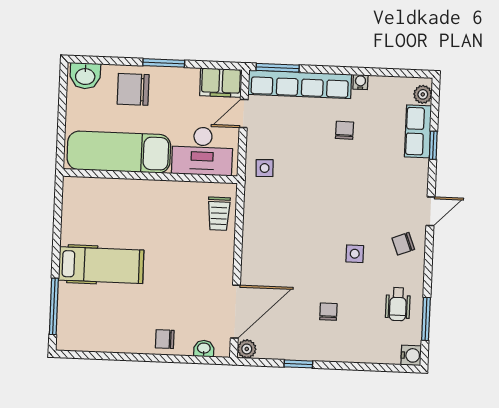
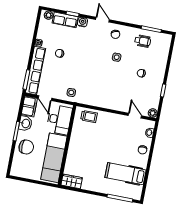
washbasin: (85, 76) -> (25, 123), moved
chair: (133, 89) -> (26, 147), turned -90
wardrobe: (74, 198) -> (72, 181), added
hospital bed: (101, 265) -> (126, 174), moved, turned -90
door: (235, 312) -> (135, 116), width x0.53
water cooler: (411, 355) -> (83, 22), moved

